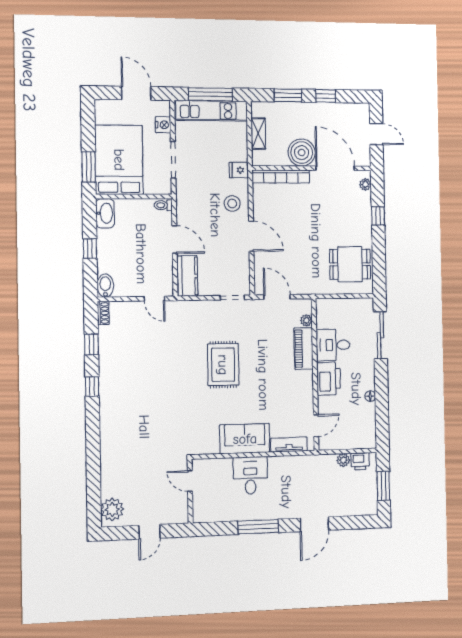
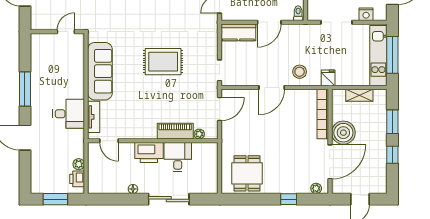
sliding door: (380, 335) -> (169, 199), moved
sofa: (245, 439) -> (100, 71), width x1.36
desk: (250, 475) -> (69, 114), moved

